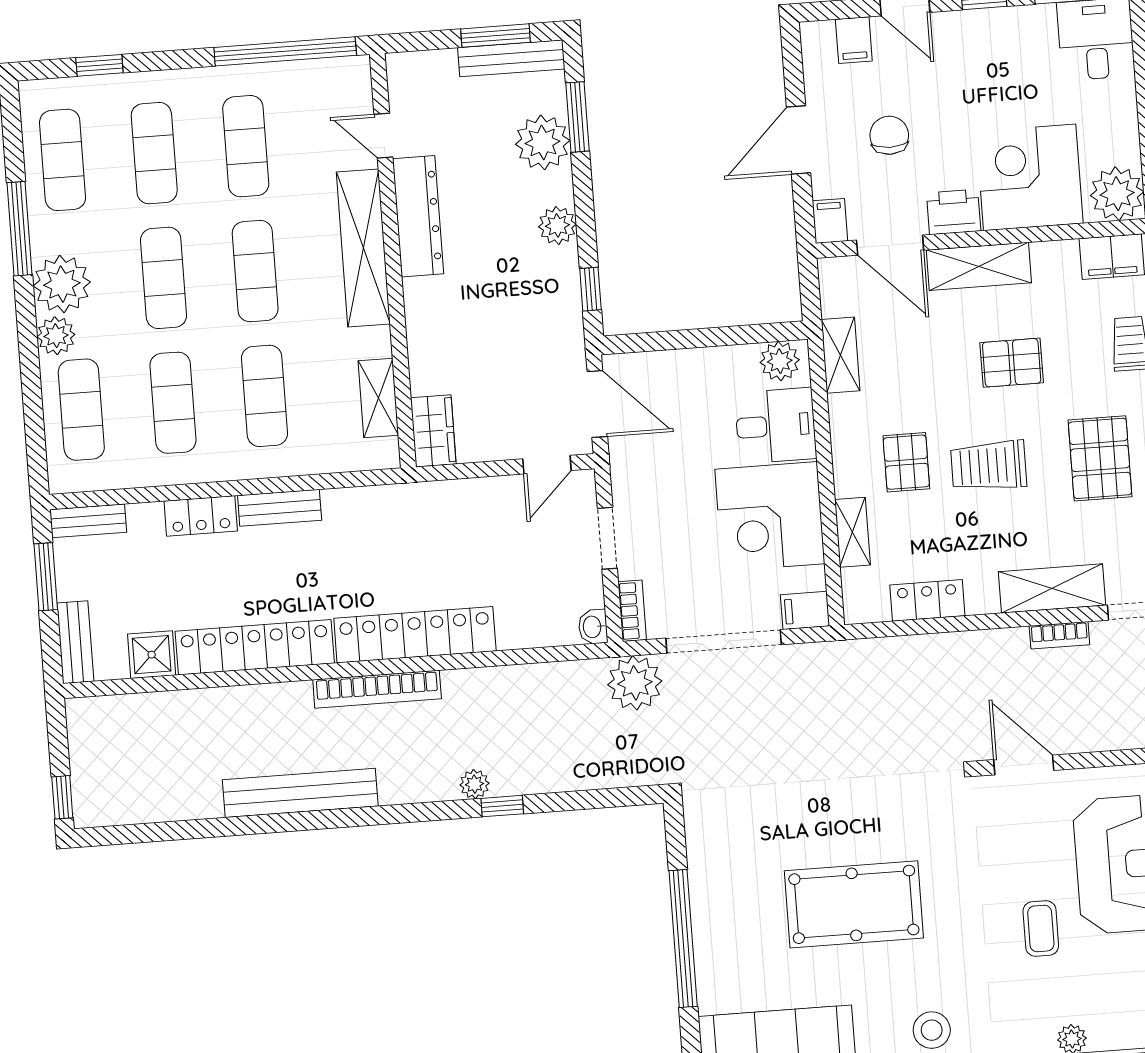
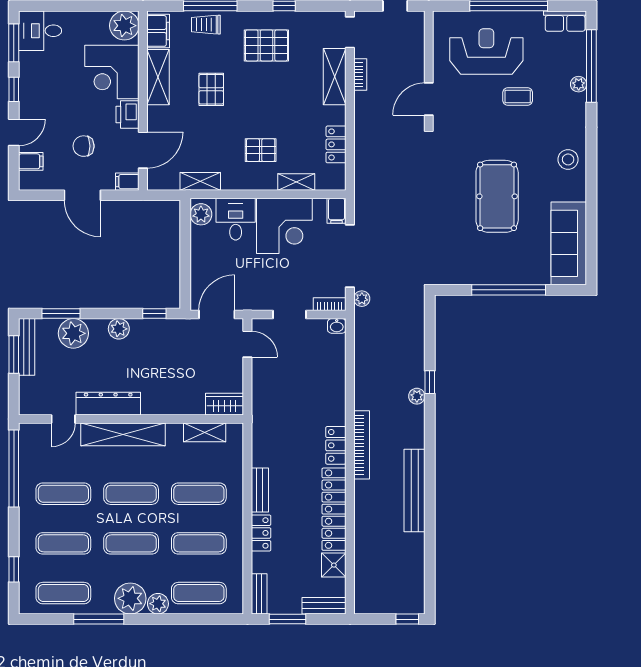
shelving: (979, 266) -> (158, 77), moved
trolley: (989, 466) -> (266, 106), removed
locker: (415, 635) -> (336, 445), width x0.46, depth x0.83
plant: (635, 683) -> (362, 299), width x0.53, depth x0.53

